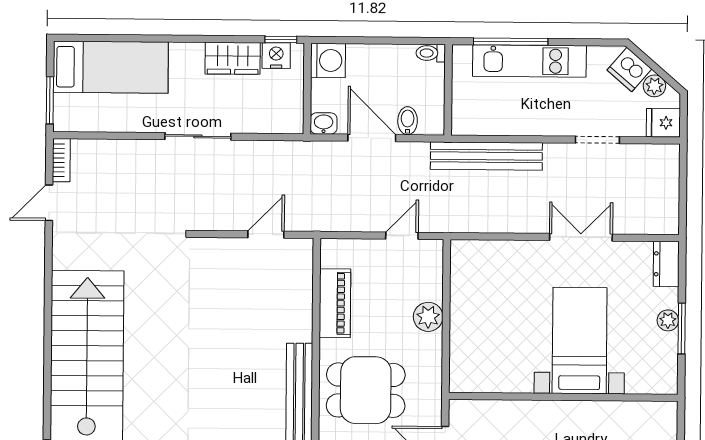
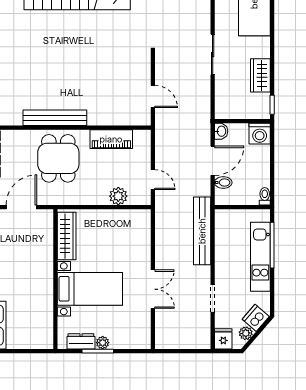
nightstand: (276, 56) -> (262, 102), removed
dresser: (666, 264) -> (81, 341), moved
plant: (428, 317) -> (118, 196), moved
wardrobe: (493, 378) -> (67, 236), added

